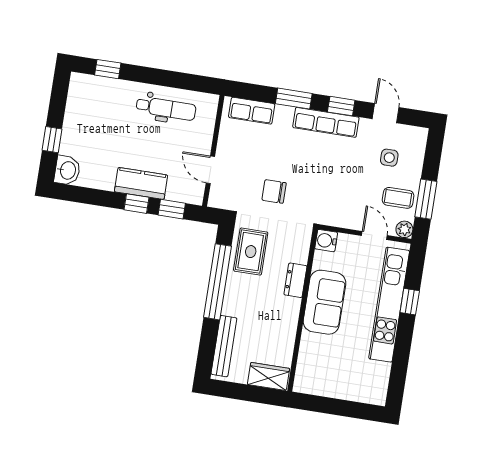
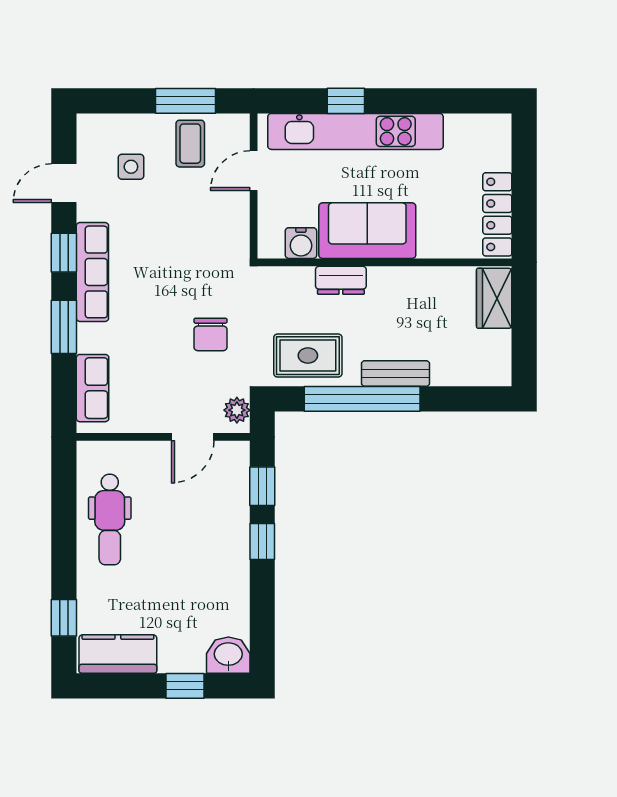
dental chair: (166, 108) -> (110, 519), turned 180
kitchen counter: (141, 183) -> (118, 654), moved, turned 90
plant: (404, 229) -> (237, 410), moved
water cooler: (326, 241) -> (301, 243), moved
bench: (224, 346) -> (395, 374), moved, width x0.73
locker: (322, 387) -> (497, 214), added

